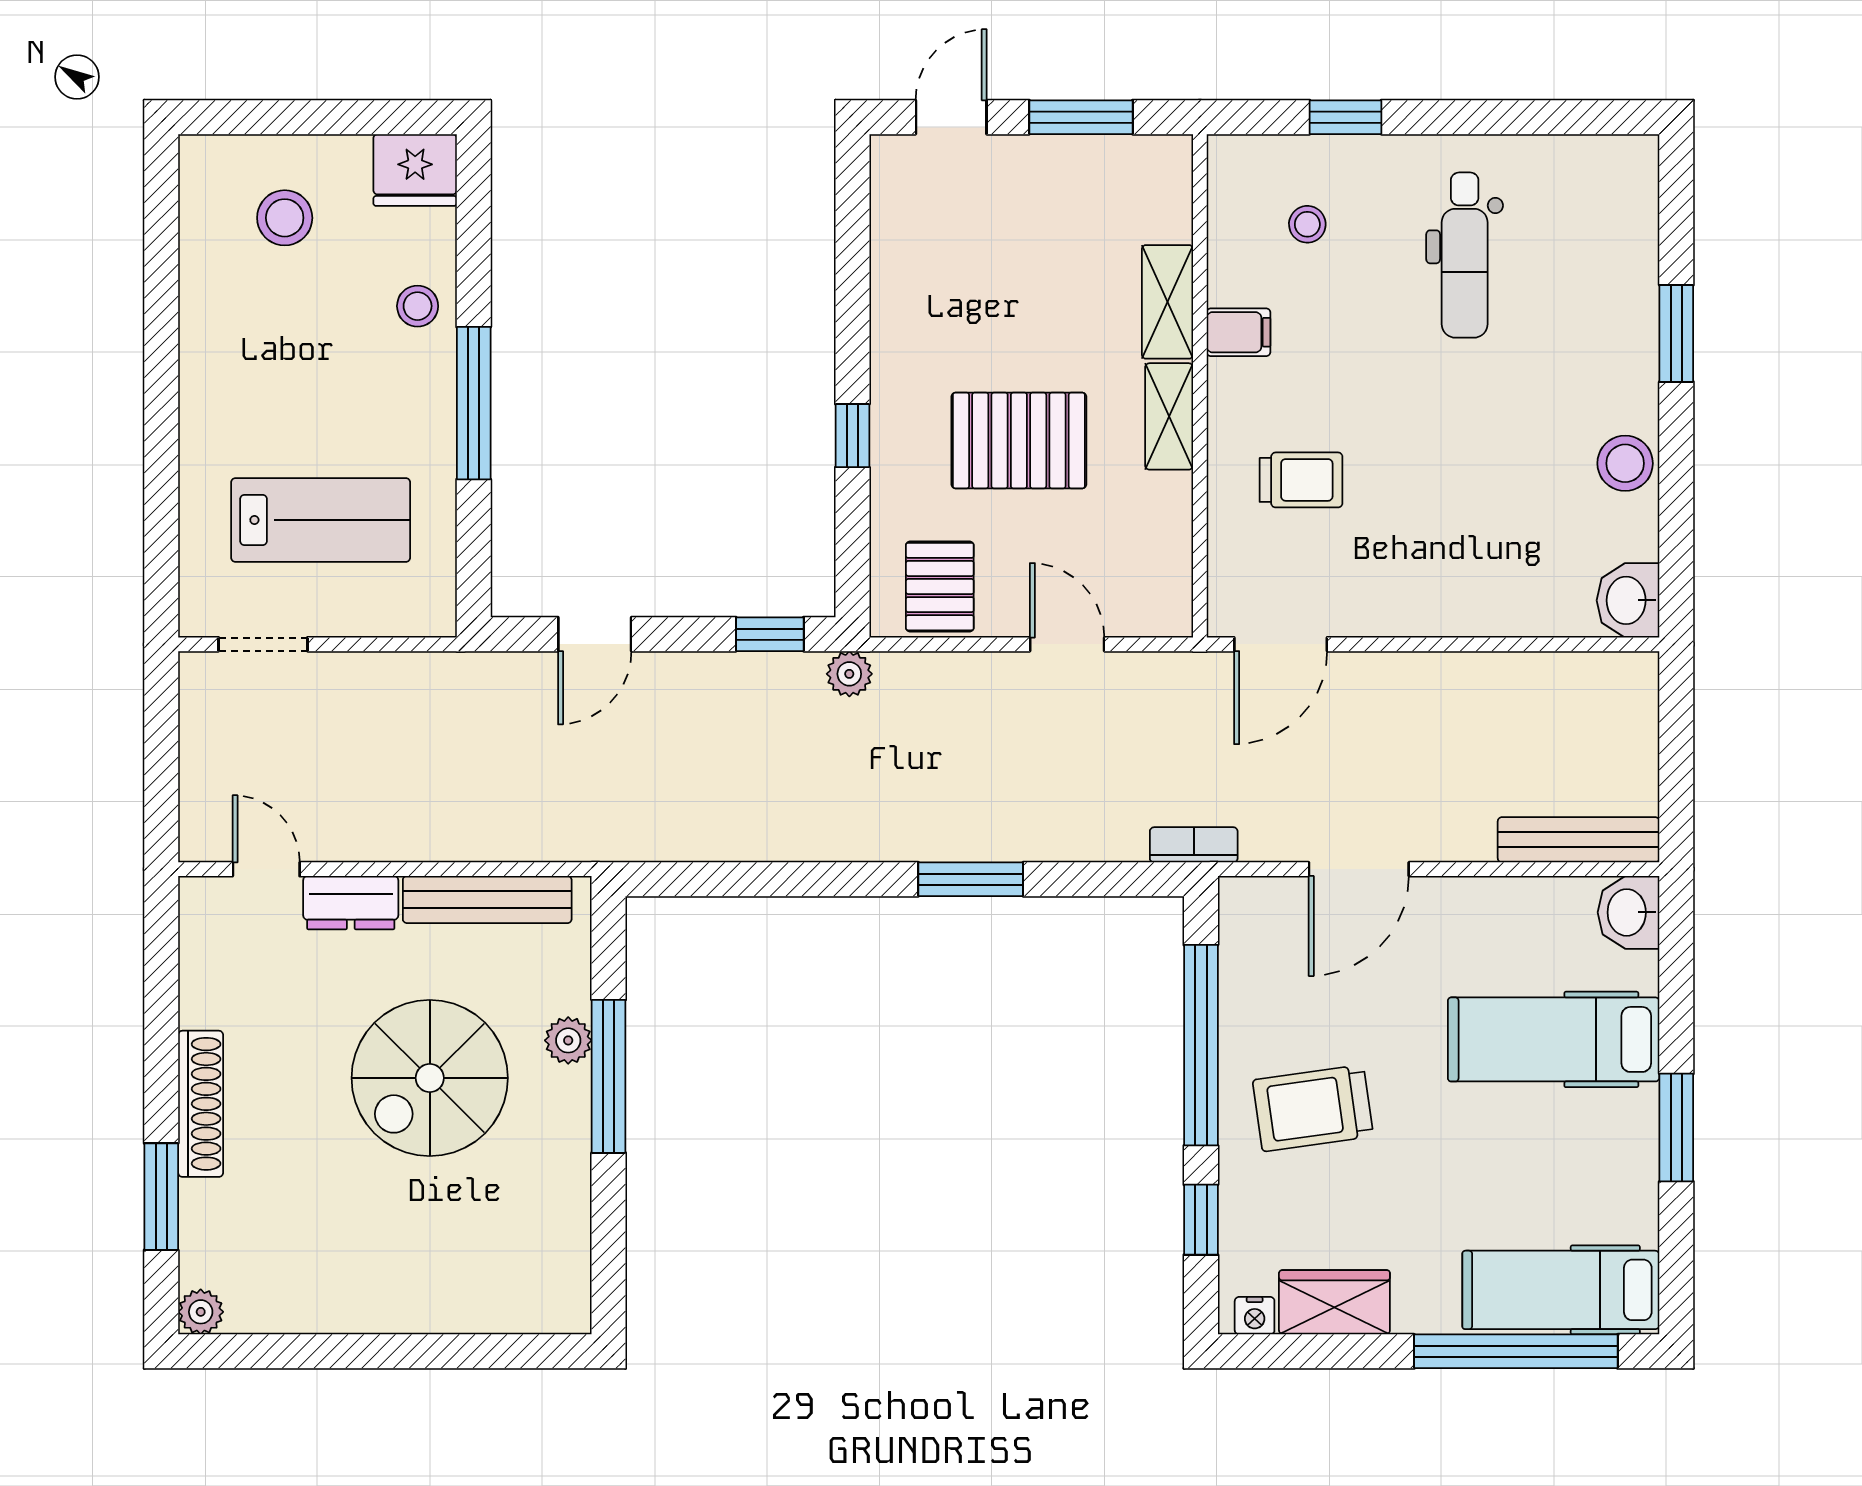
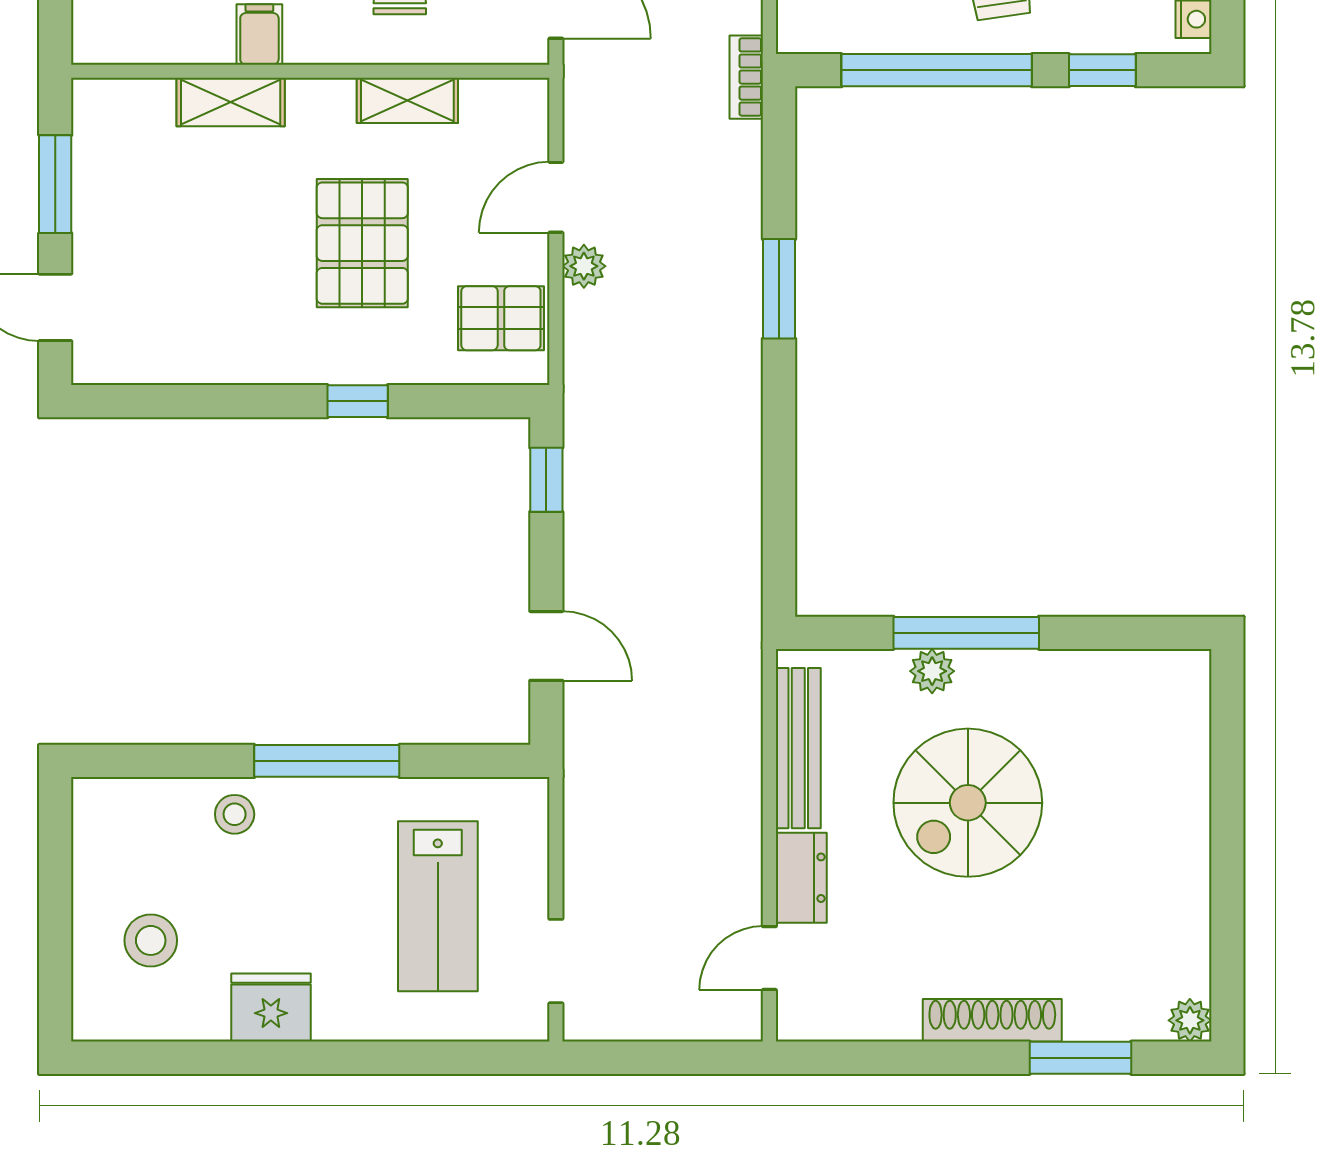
fridge: (415, 170) -> (271, 1008), moved, turned -90
shelving: (1169, 416) -> (407, 100), moved
lab bench: (321, 520) -> (438, 906), turned 180
plant: (849, 674) -> (584, 266), moved
spiral stairs: (430, 1078) -> (968, 803), turned 90

